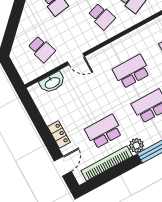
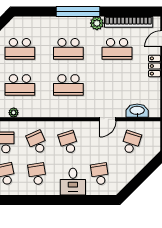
school desk: (41, 49) -> (131, 142), turned 36
door: (76, 59) -> (108, 119), swing flipped

